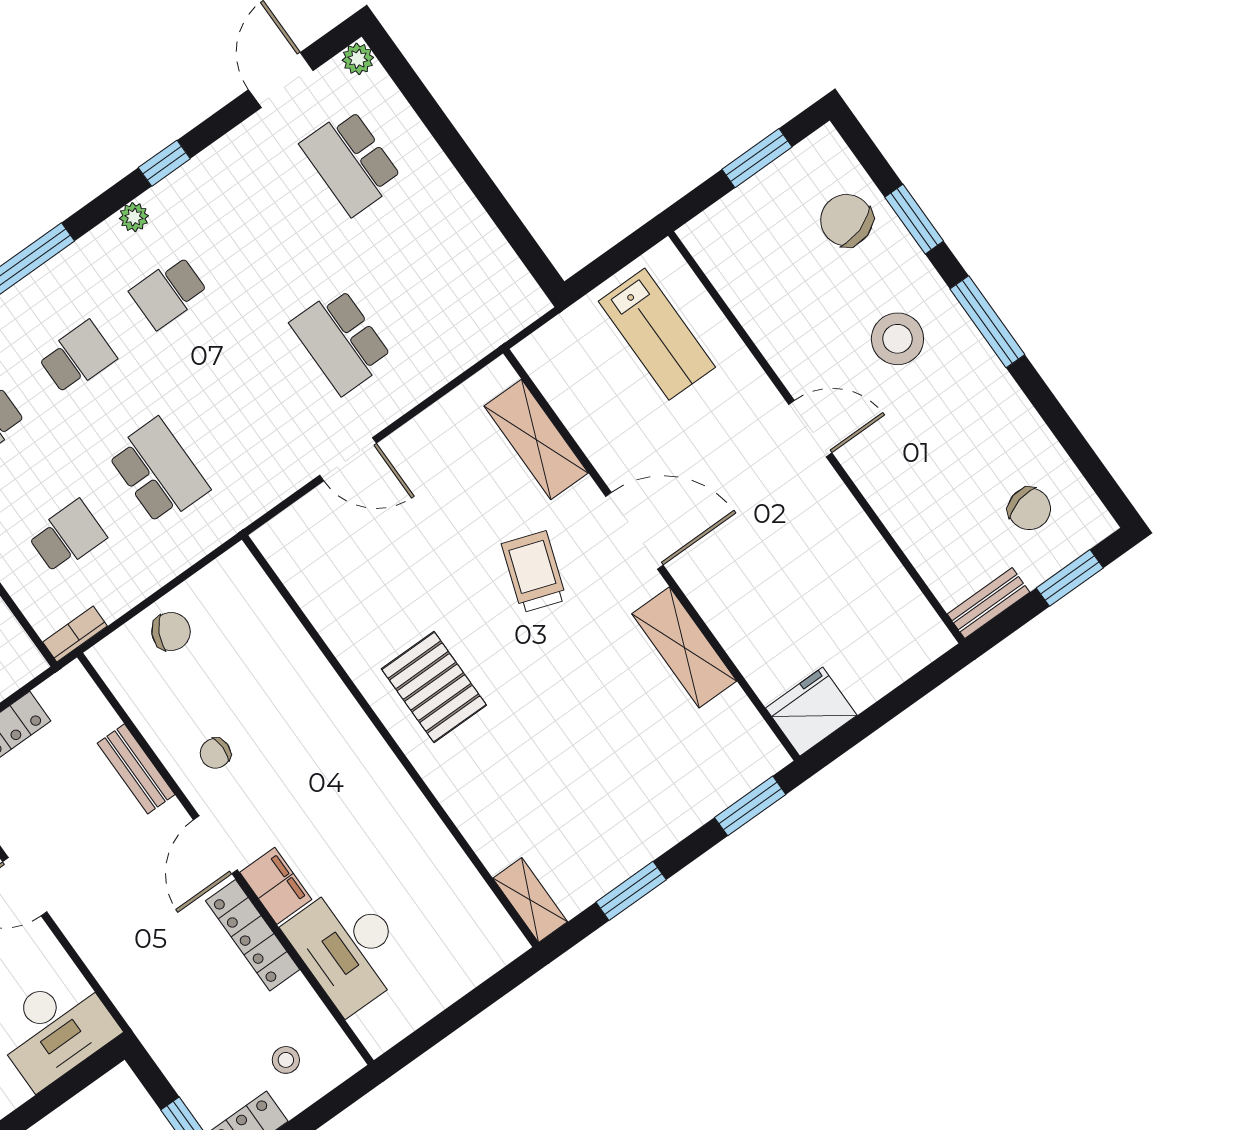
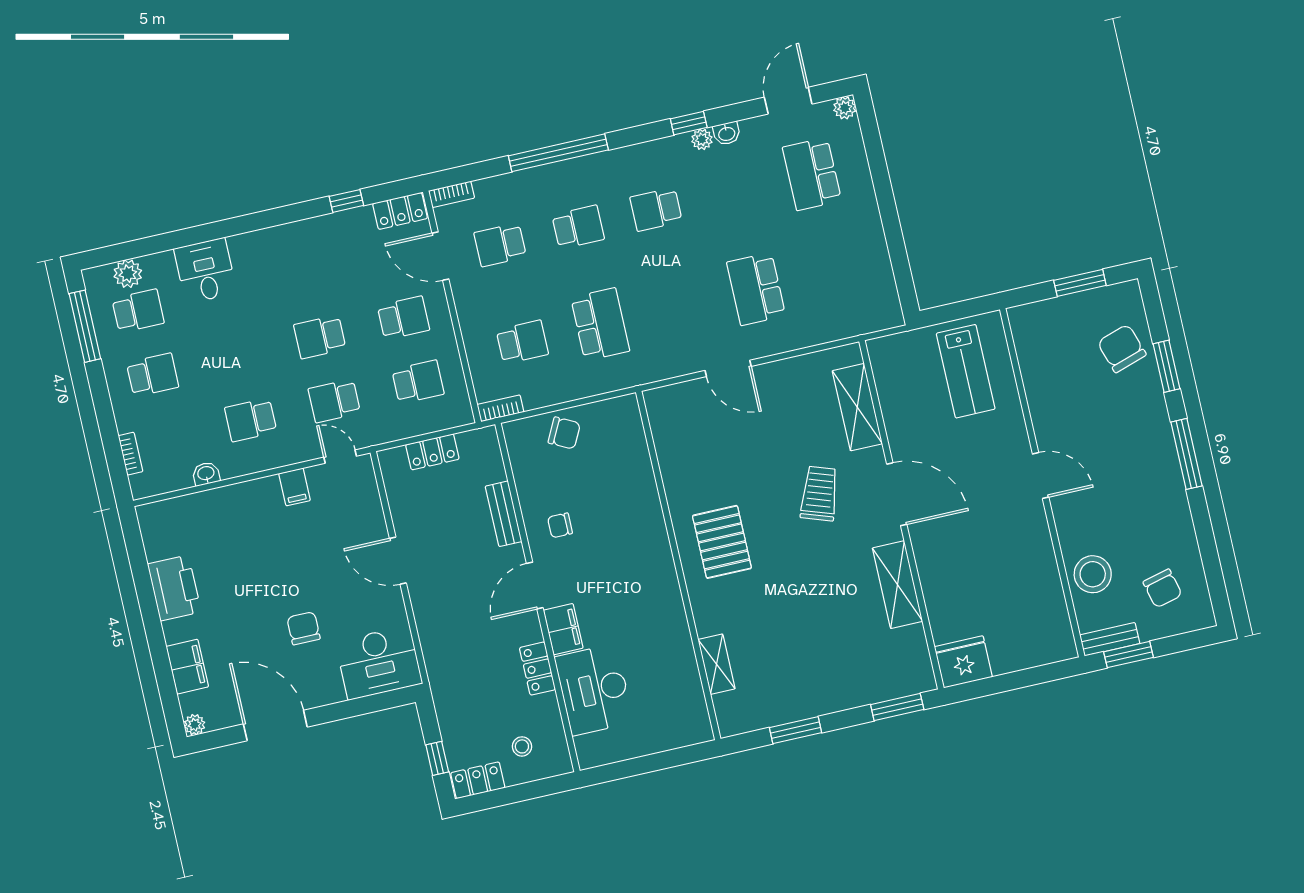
washbasin: (219, 156) -> (727, 133), added
plant: (134, 217) -> (702, 139), moved
stool: (897, 339) -> (1093, 574), moved
window: (1070, 578) -> (1129, 655), moved
shelving: (530, 900) -> (717, 664), moved
locker: (253, 935) -> (537, 669), width x0.66

